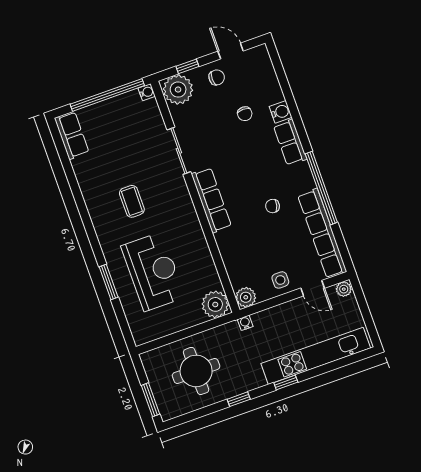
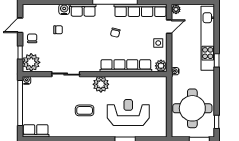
row of seats: (211, 200) -> (126, 66), moved, width x1.36
plant: (215, 304) -> (101, 84), moved
round table: (196, 371) -> (192, 108), width x1.36, depth x1.36
window: (239, 399) -> (217, 122), moved

